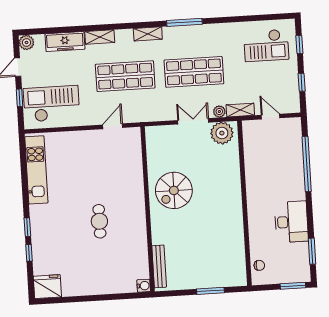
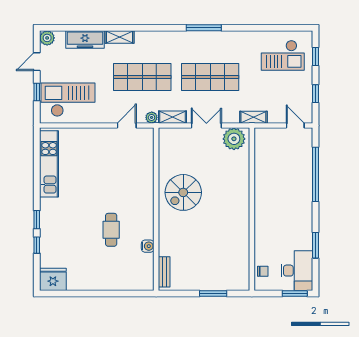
shelving: (148, 34) -> (172, 117), moved
plant: (219, 112) -> (152, 117), moved
door: (270, 117) -> (295, 126), moved
cafe table: (99, 221) -> (111, 230), moved
desk: (291, 222) -> (297, 271), moved
window: (312, 251) -> (315, 245), moved
bench: (159, 266) -> (164, 272), width x0.73
water cooler: (144, 286) -> (148, 246), moved

